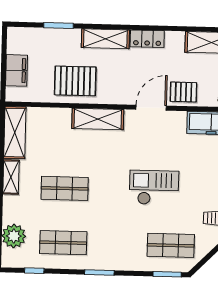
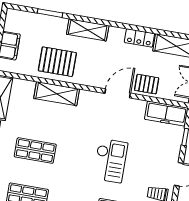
locker: (147, 39) -> (139, 38), moved
shelving: (98, 119) -> (57, 94), moved
checkout: (154, 188) -> (110, 161), turned 90

